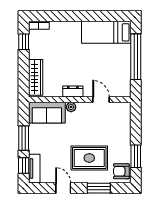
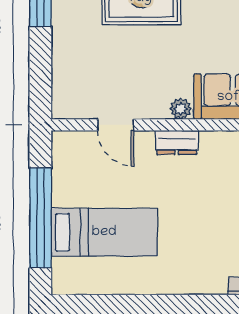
bed: (106, 32) -> (104, 232), moved

